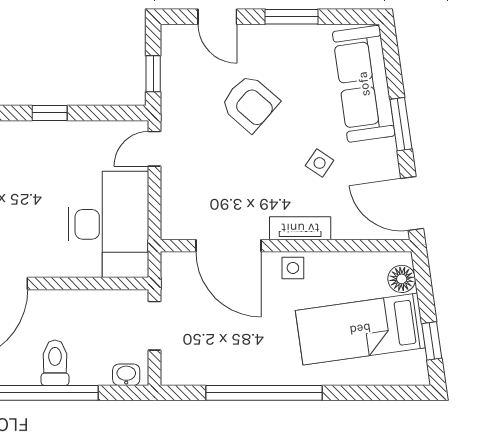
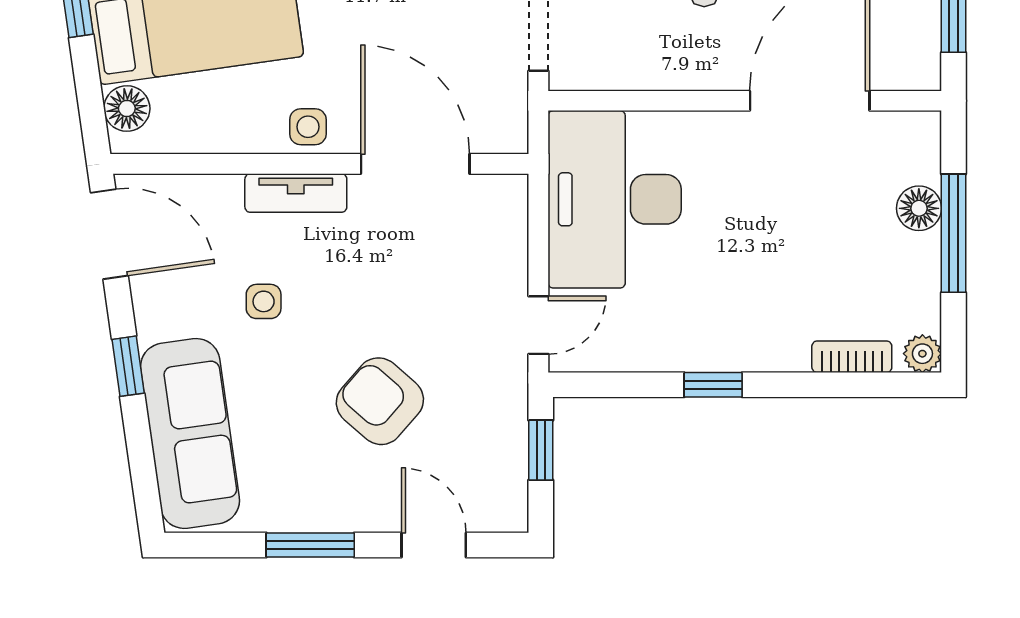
window: (401, 124) -> (128, 366), width x0.67
side table: (320, 163) -> (264, 301), turned -34

